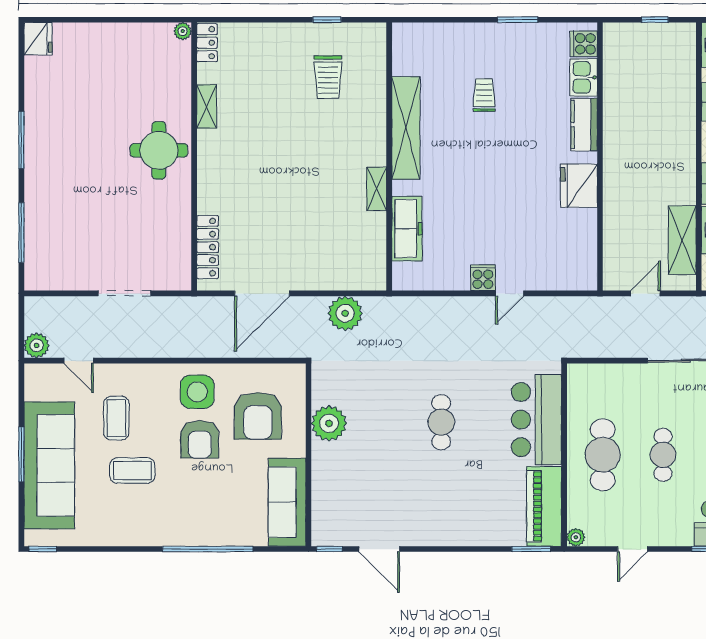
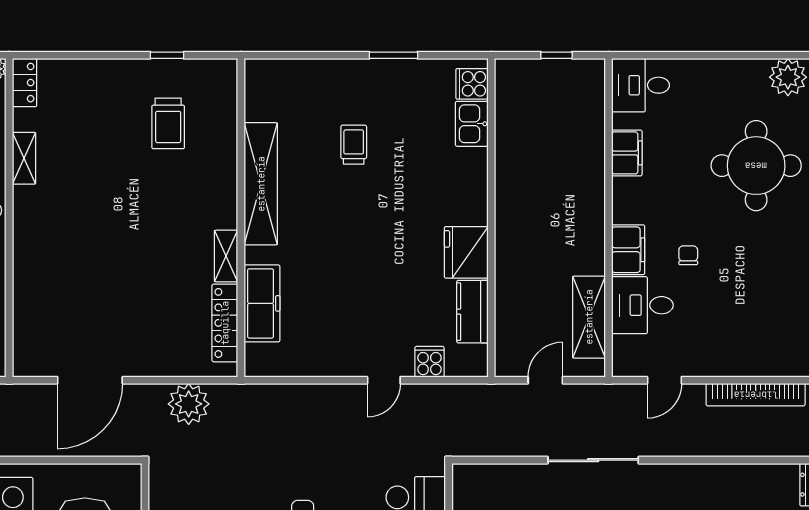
kitchen counter: (584, 125) -> (472, 312), moved
locker: (208, 247) -> (225, 323), moved, turned 180
cooker: (483, 278) -> (429, 362), moved

